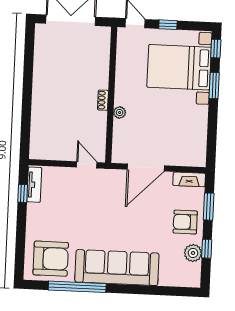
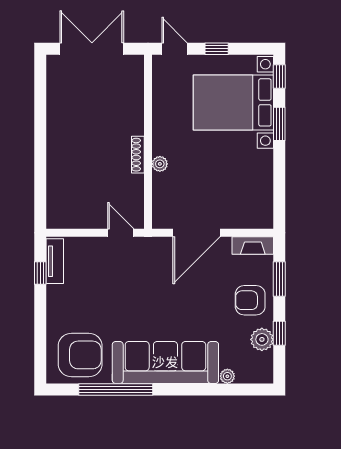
shoe rack: (103, 100) -> (138, 155), width x1.43
plant: (165, 280) -> (227, 376), added

